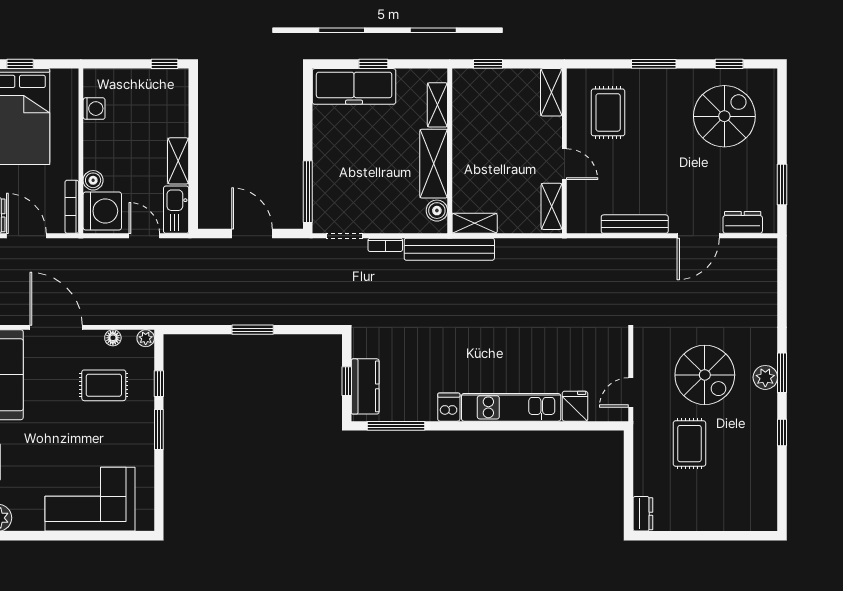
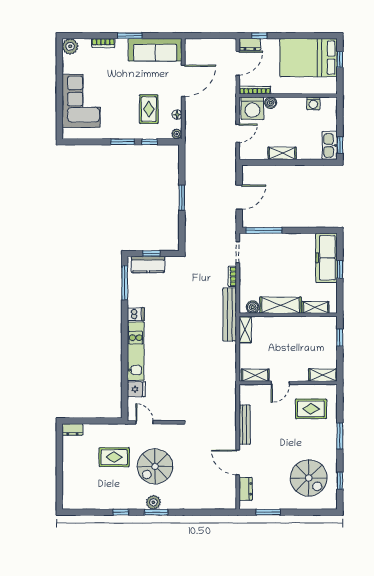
kitchen sink: (176, 210) -> (330, 145), moved, turned -90

